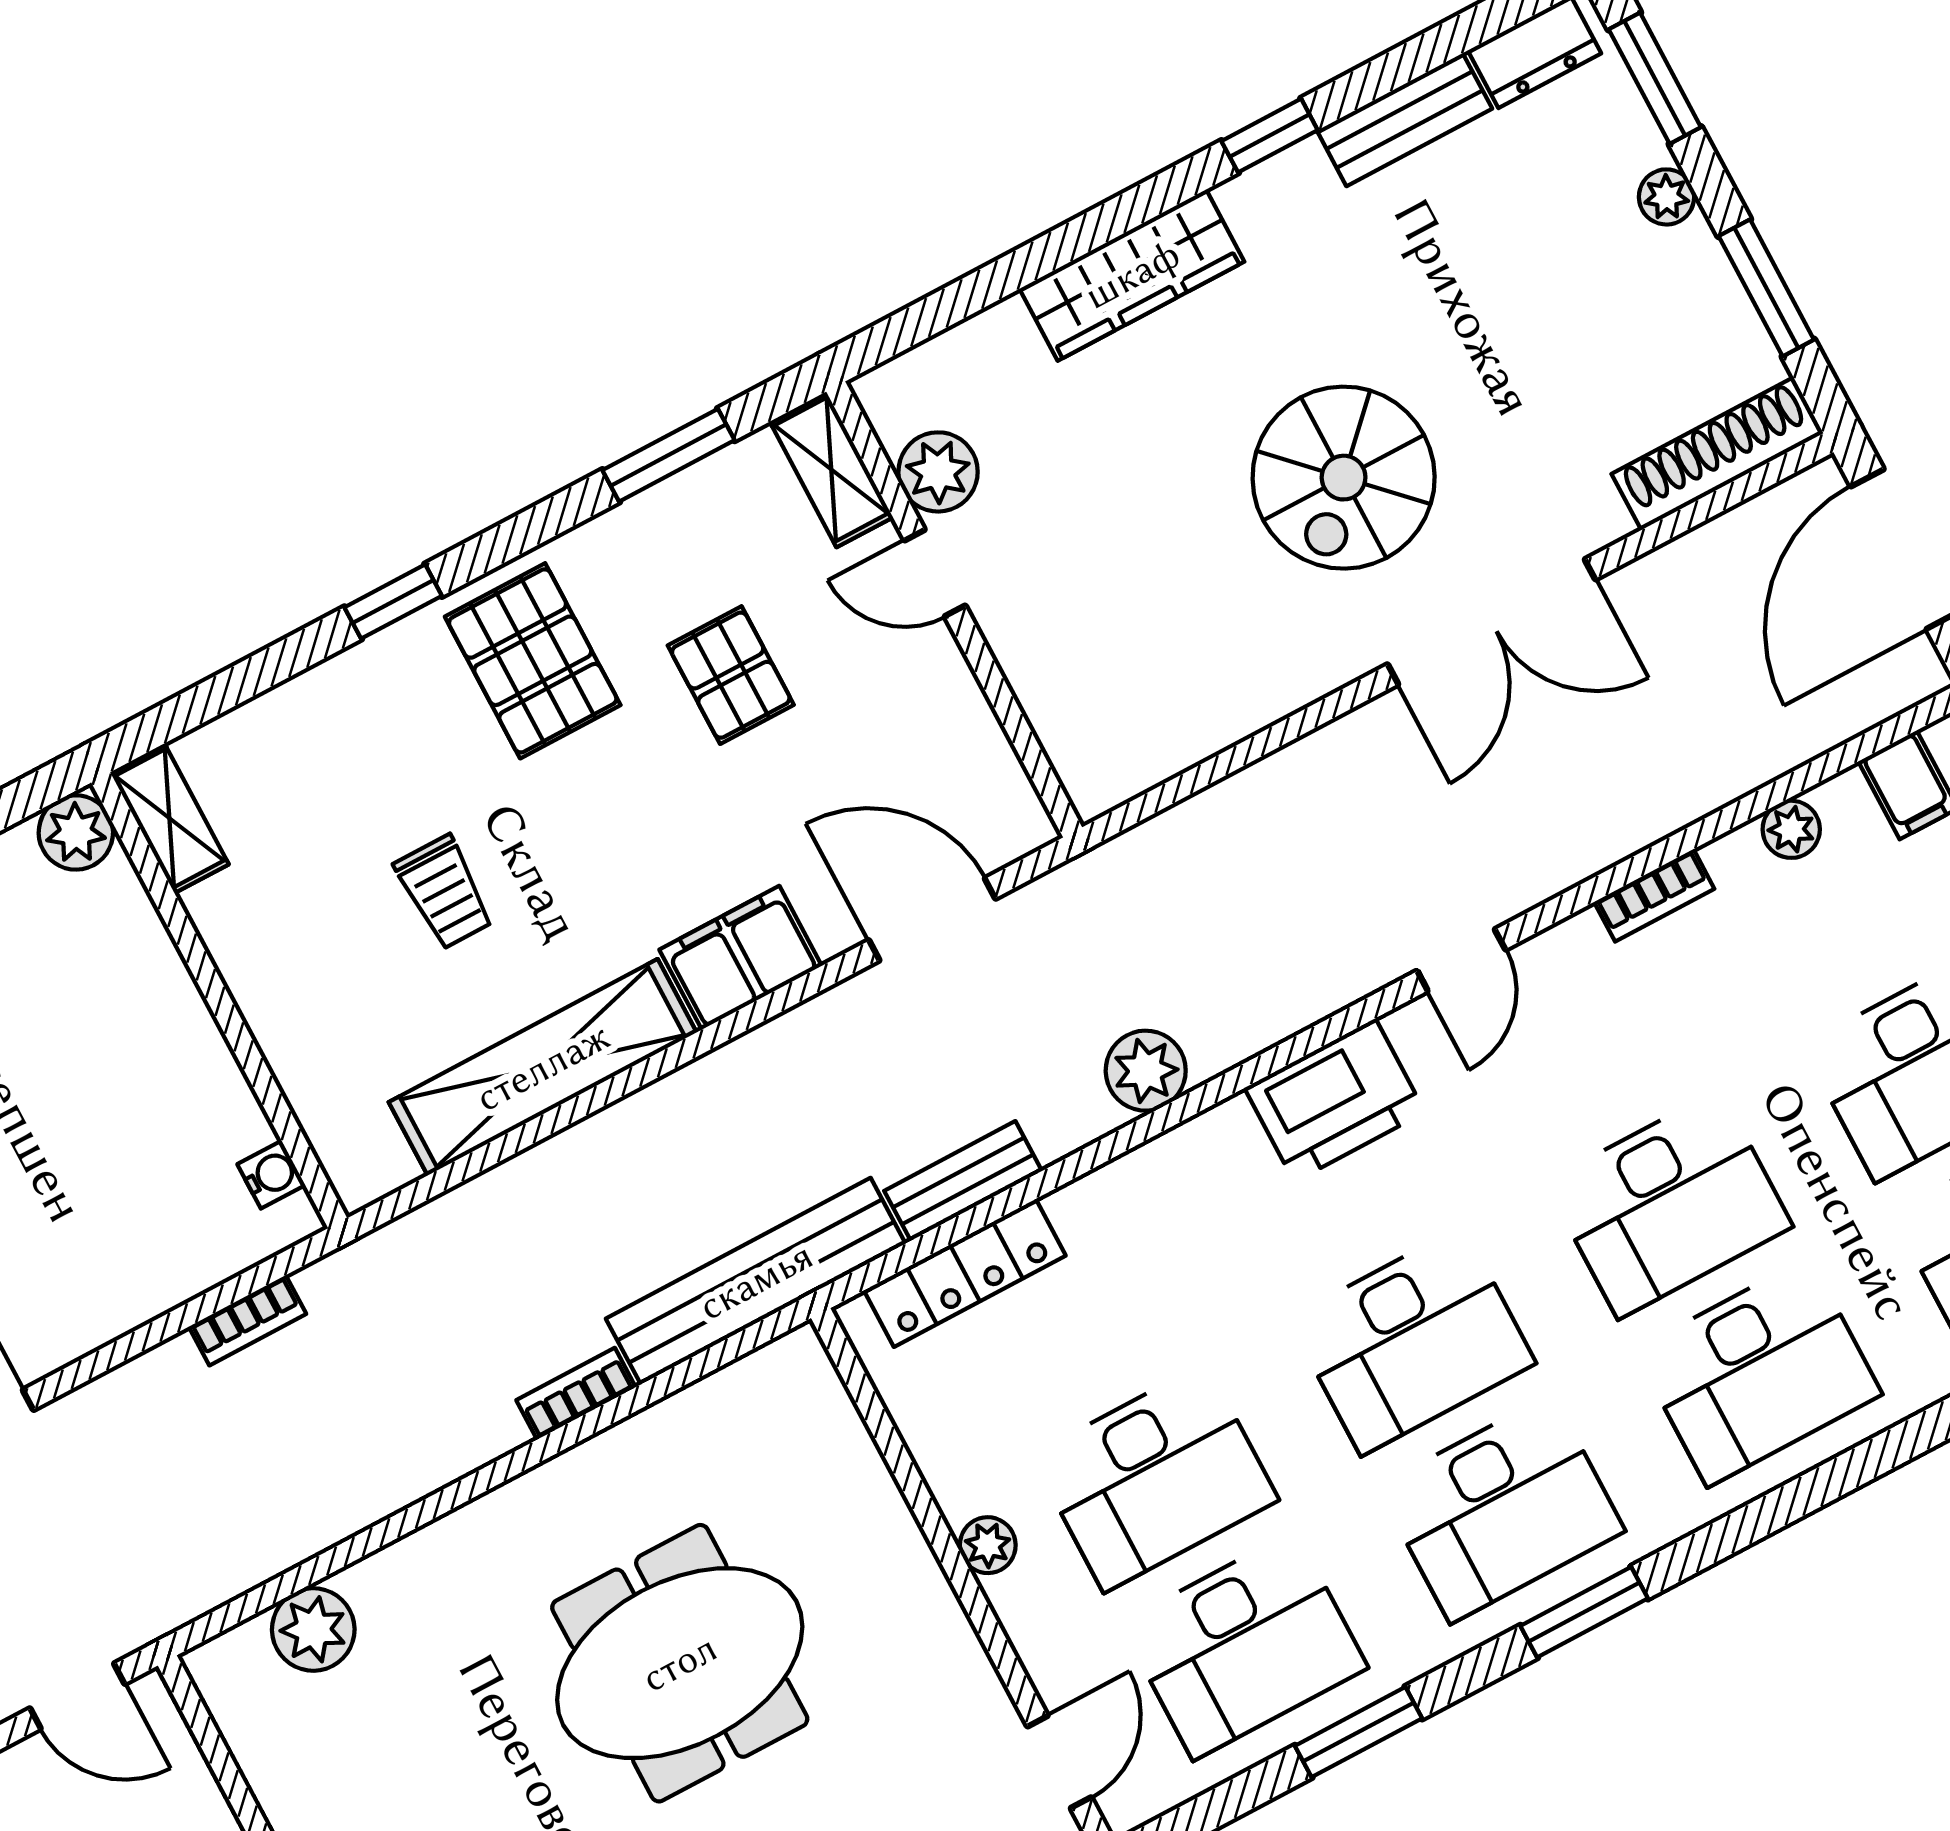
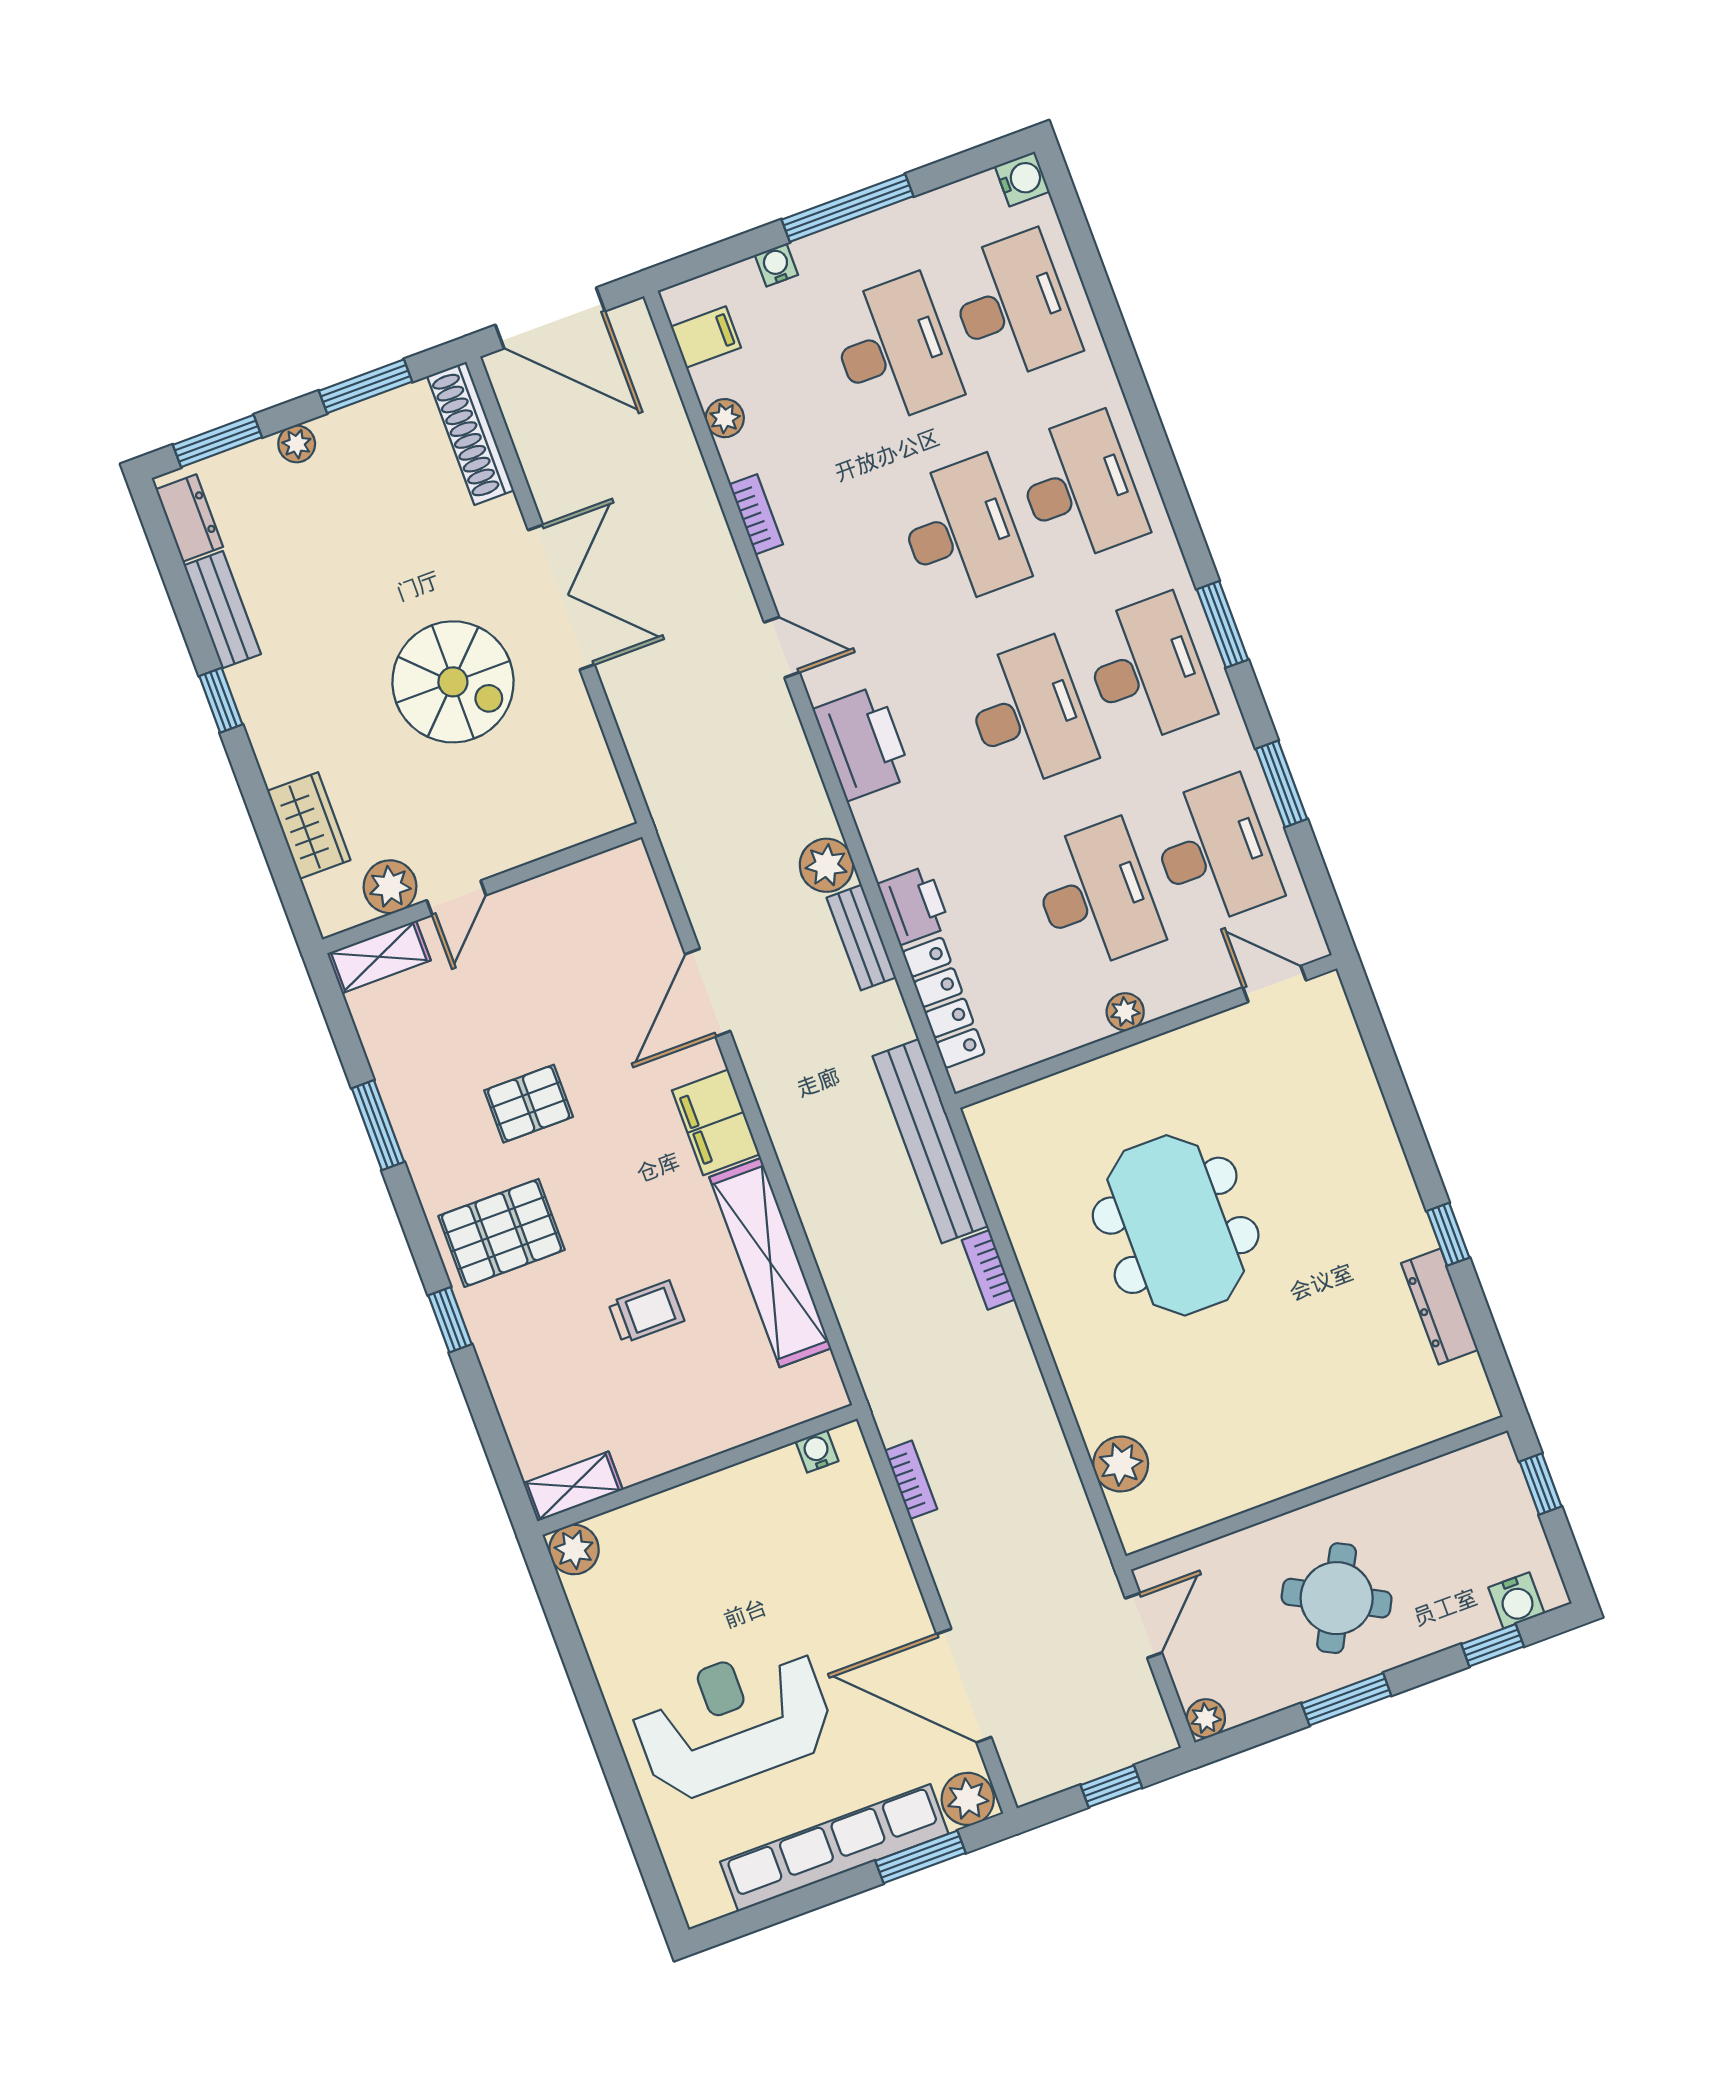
wardrobe: (1132, 275) -> (309, 825), width x0.67
shelving: (831, 469) -> (379, 957), moved
plant: (938, 472) -> (390, 887), moved
door: (935, 573) -> (456, 898), moved
wall: (954, 609) -> (482, 888), moved
bench: (963, 1181) -> (861, 938), moved
printer: (1104, 1209) -> (914, 905), added

